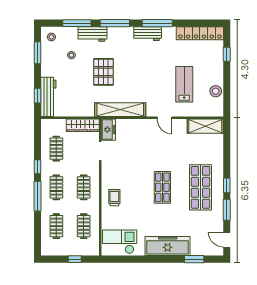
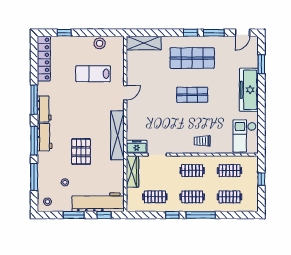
workbench: (93, 34) -> (45, 137), moved
window: (38, 53) -> (74, 215), moved
pallet: (103, 72) -> (81, 152), turned 90
workbench: (48, 97) -> (98, 202), width x1.36, depth x1.32
shelving: (205, 126) -> (144, 43), moved, turned 90

